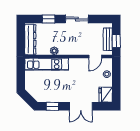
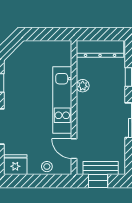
kitchen unit: (47, 64) -> (62, 100), moved

